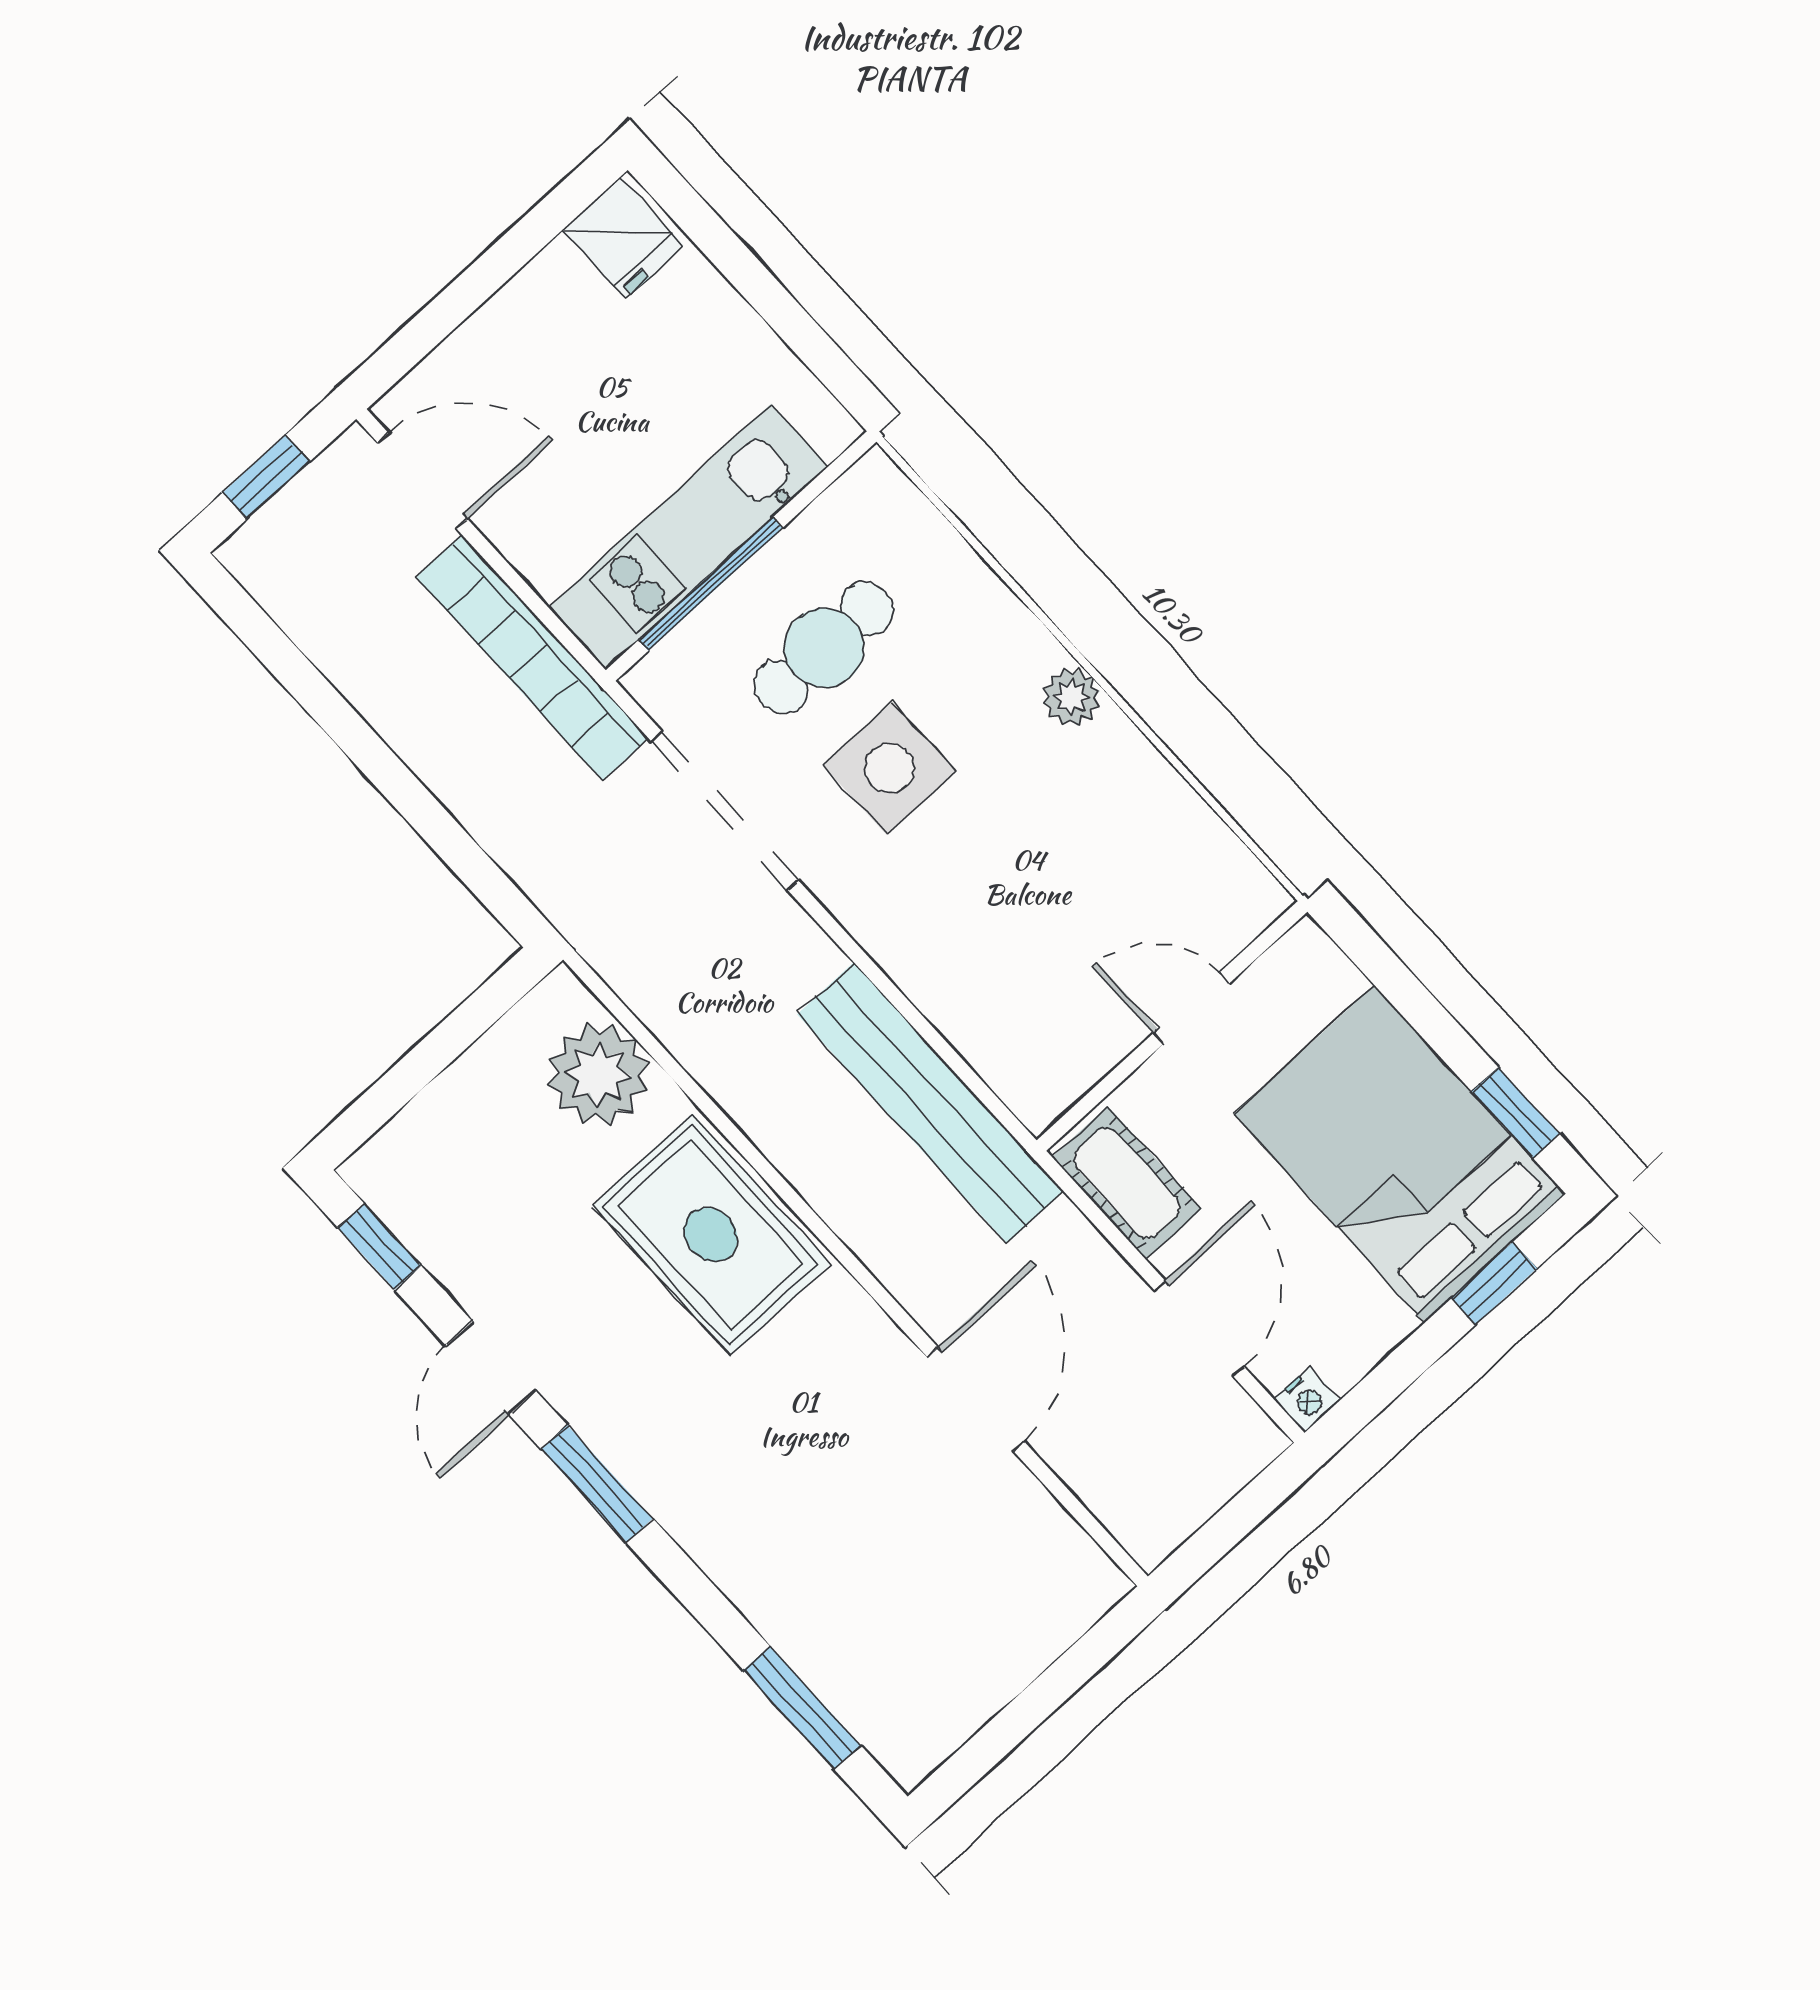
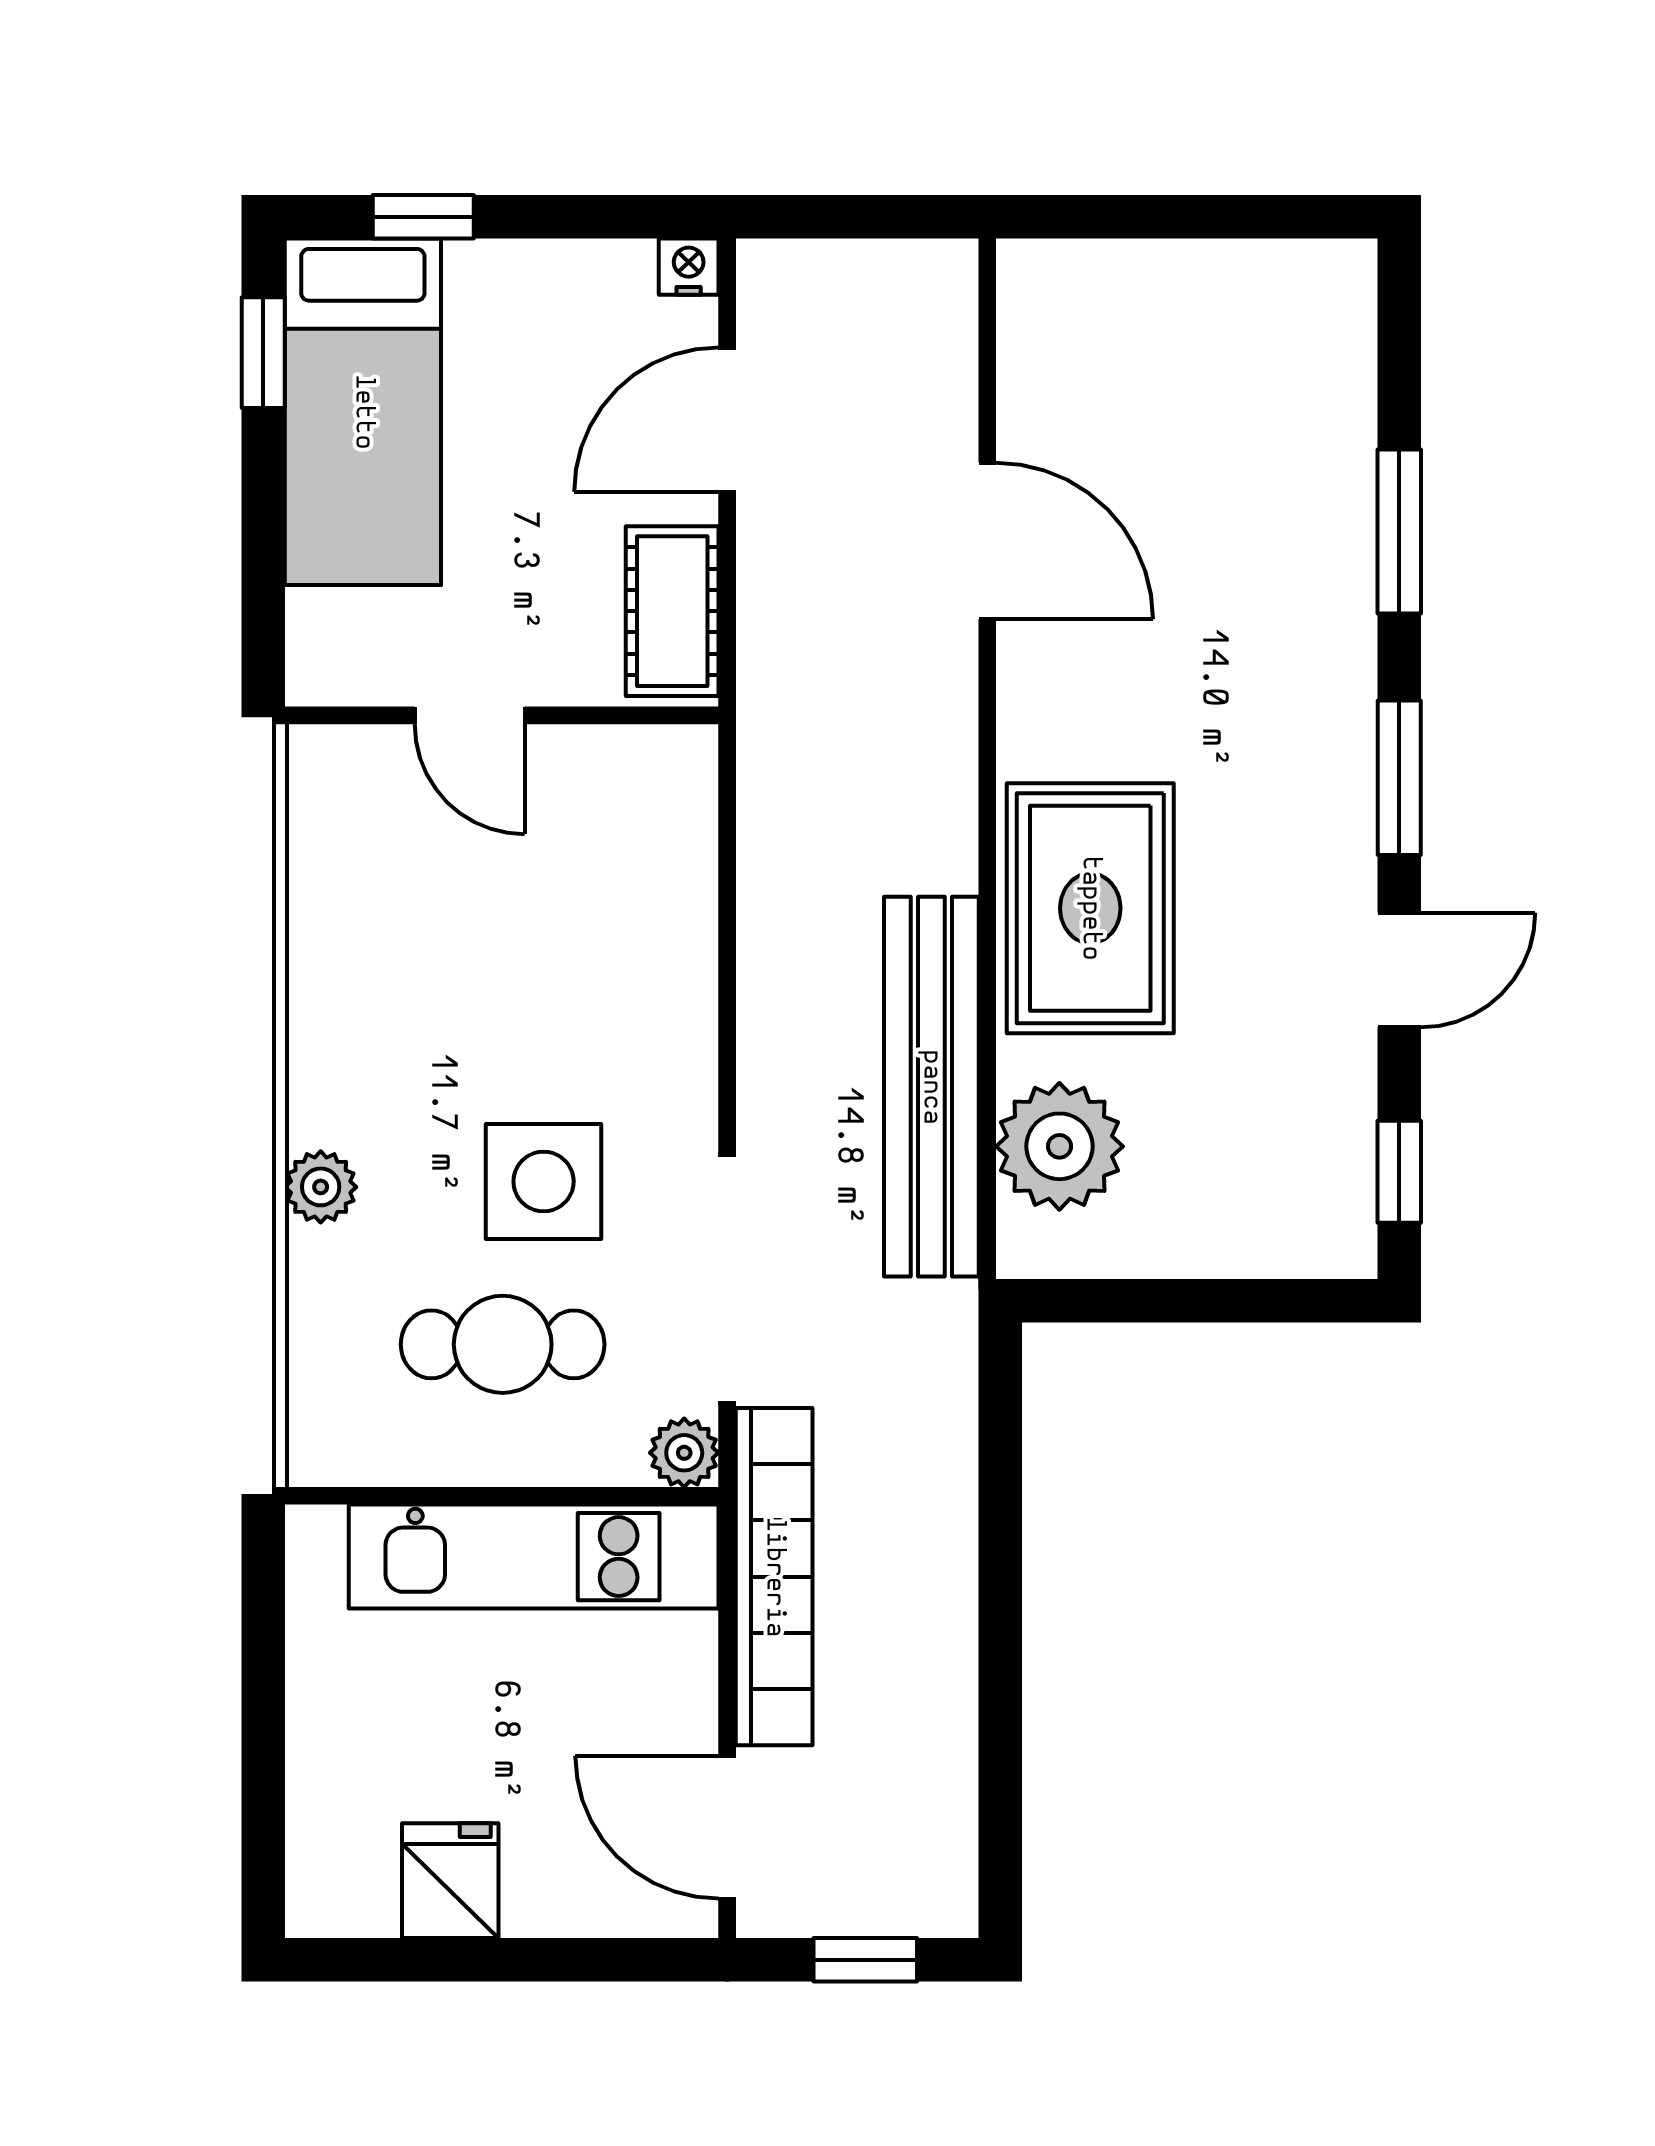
fridge: (623, 237) -> (450, 1881), moved
window: (711, 584) -> (553, 1496), removed
plant: (655, 683) -> (684, 1453), added
plant: (1071, 697) -> (321, 1187), moved
bench: (930, 1103) -> (931, 1087), moved
bed: (1400, 1154) -> (363, 412), width x0.67
door: (976, 1399) -> (987, 541), swing flipped
window: (802, 1708) -> (1399, 532), moved

